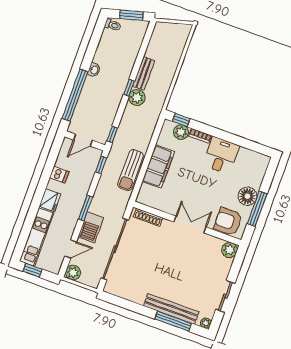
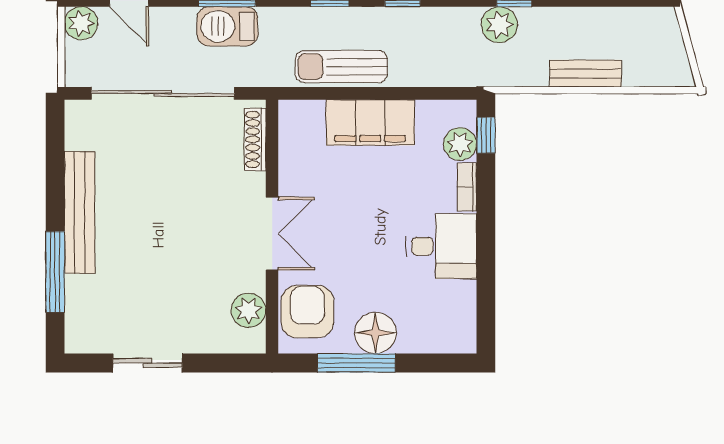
bench: (144, 73) -> (585, 74), moved
barbecue: (91, 227) -> (227, 26), moved
plant: (230, 250) -> (249, 310), moved
bench: (171, 309) -> (80, 212), moved
plant: (206, 323) -> (76, 342), removed

